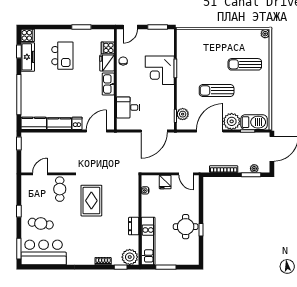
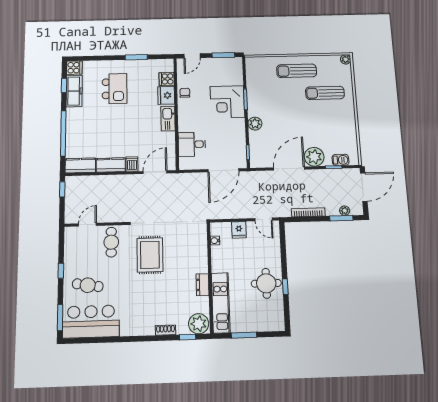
sun lounger: (217, 90) -> (297, 71), moved
plant: (183, 114) -> (255, 124), moved
barbecue: (254, 122) -> (340, 160), width x0.53, depth x0.65

